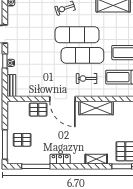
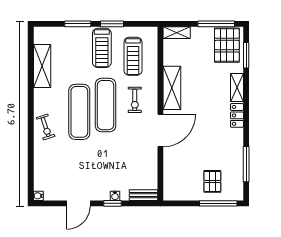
pallet: (38, 110) -> (174, 161), removed
locker: (60, 159) -> (237, 115), moved

